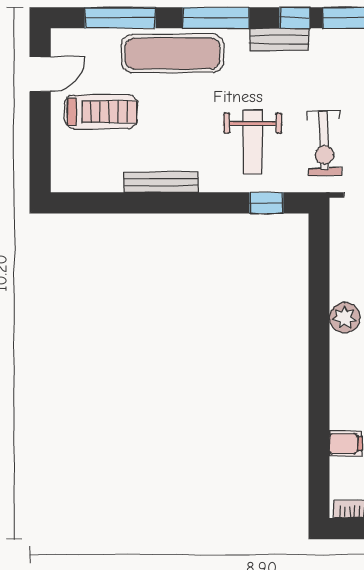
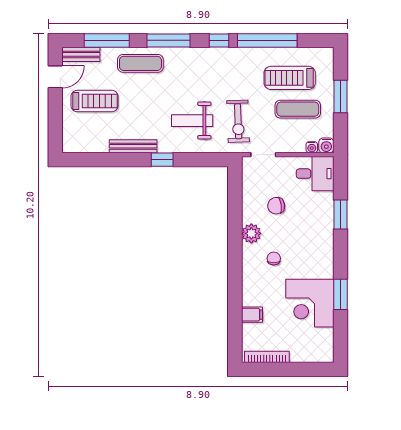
bench: (279, 40) -> (81, 54), moved
exercise mat: (172, 53) -> (140, 63), width x0.73, depth x0.69
weight bench: (253, 142) -> (192, 121), turned 90
window: (266, 203) -> (162, 160), moved

